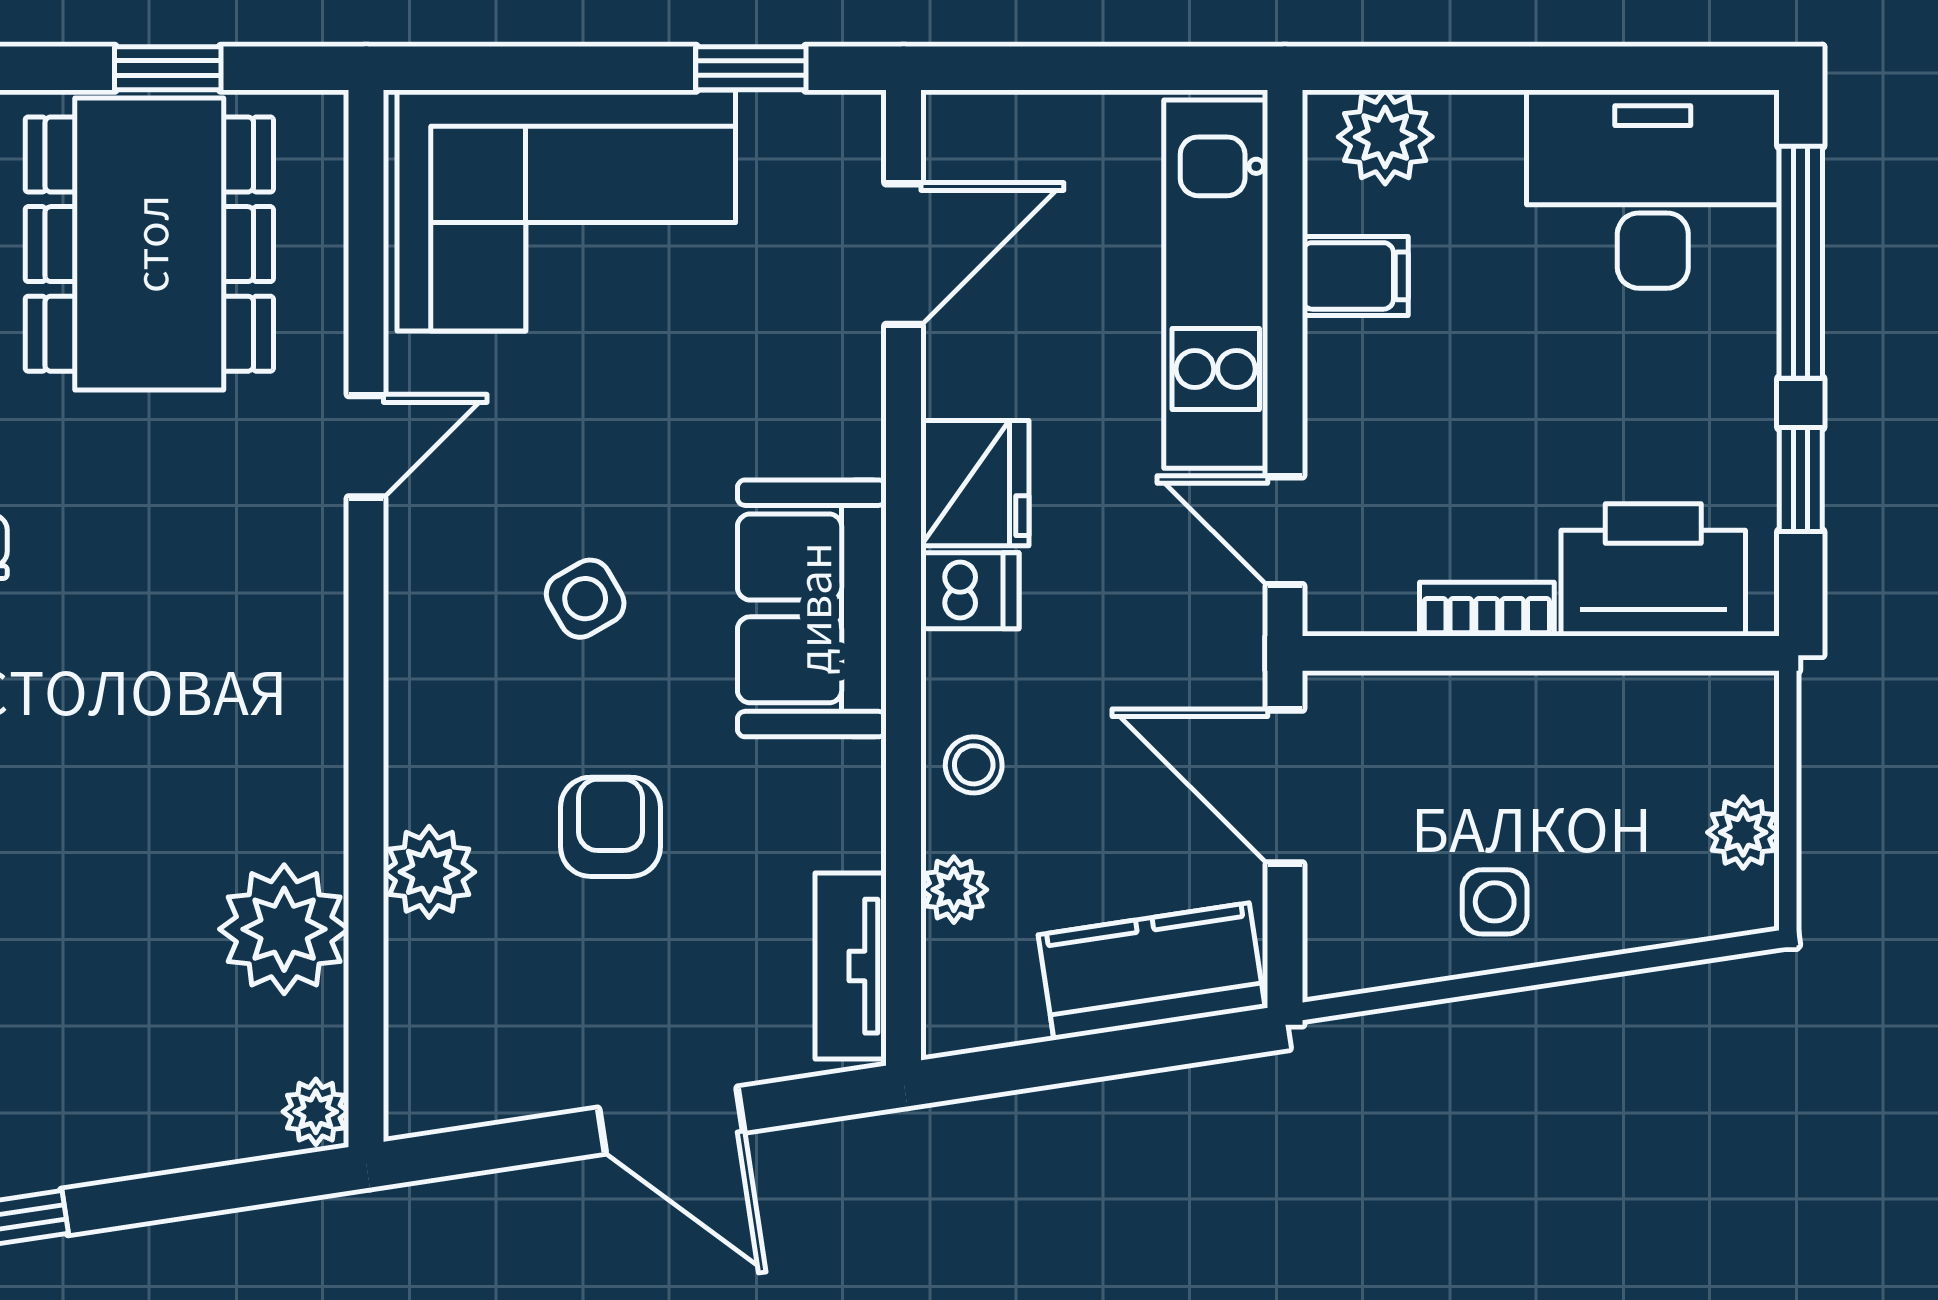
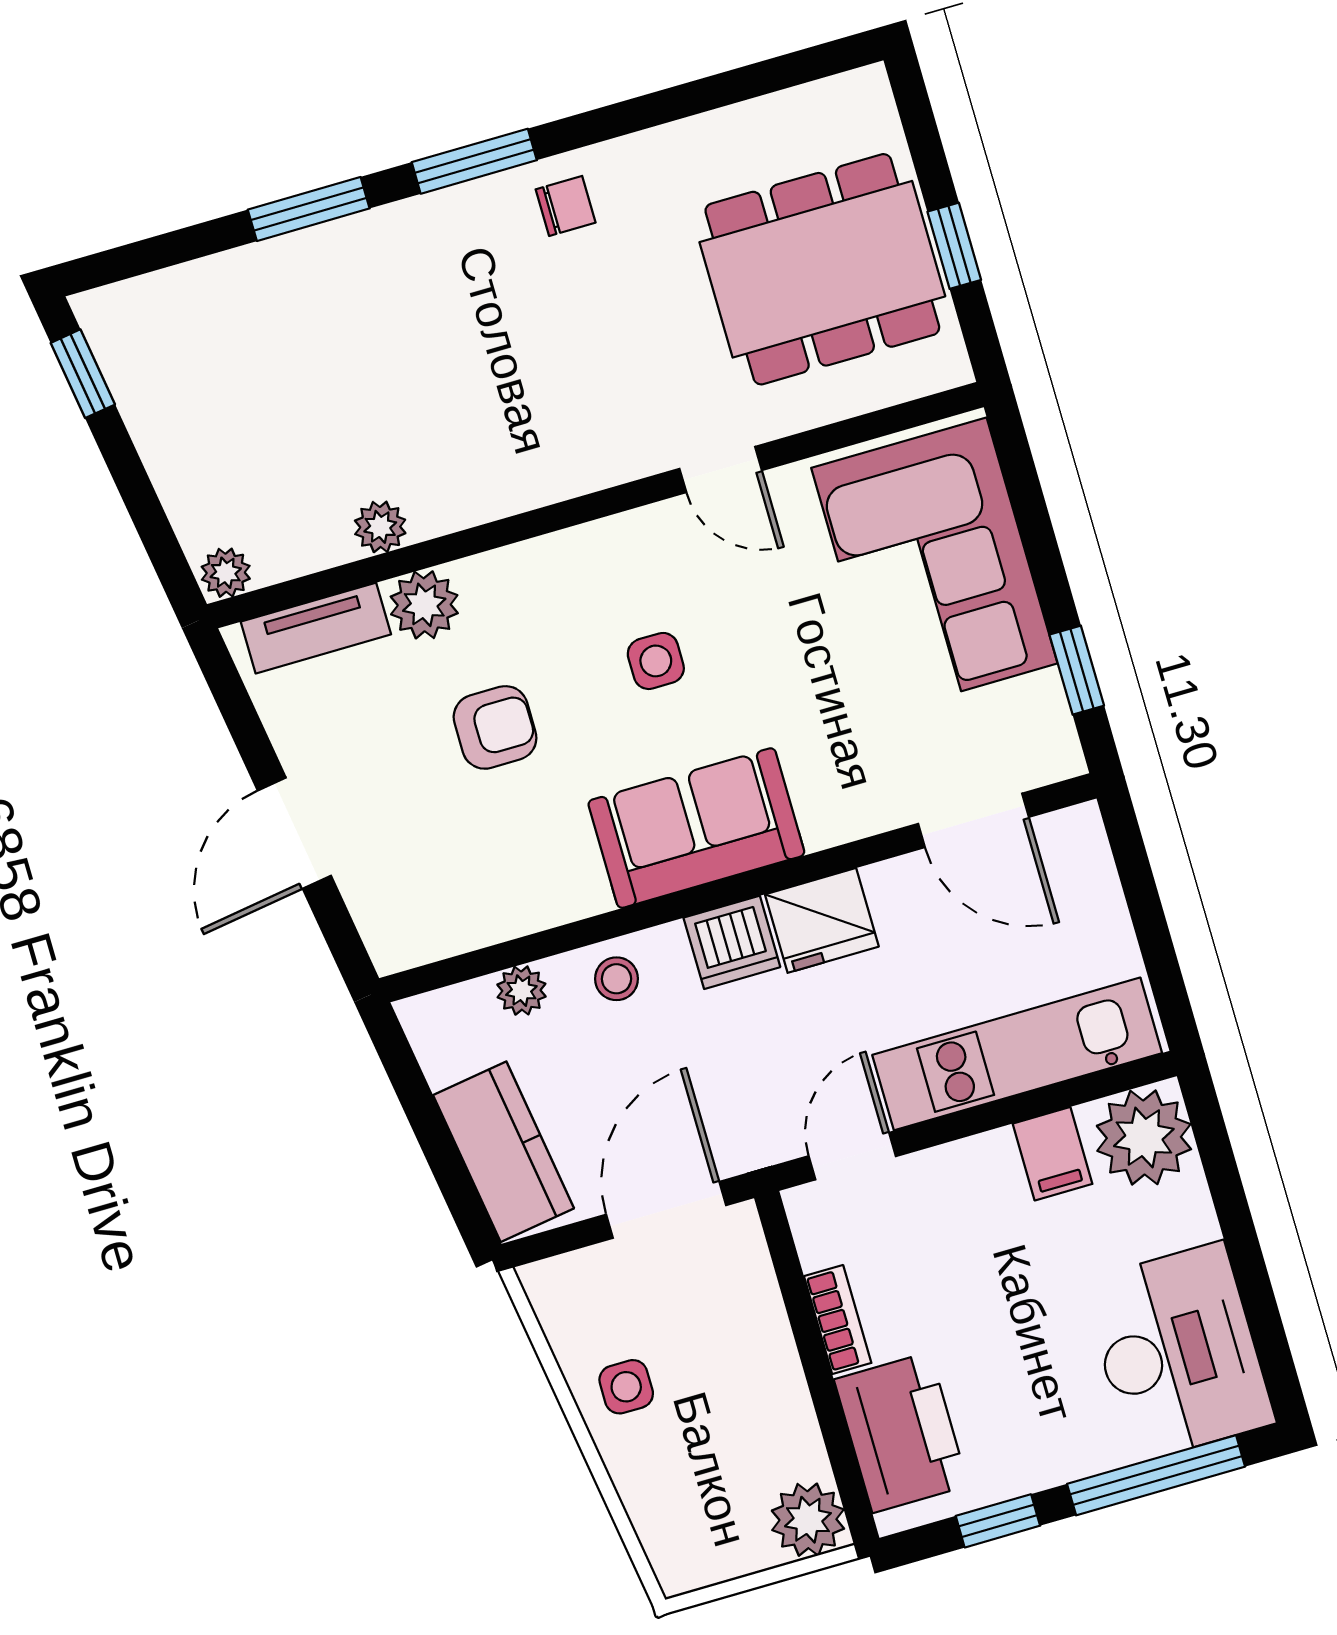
plant: (1385, 137) -> (1144, 1138), width x1.36, depth x1.36
dishwasher: (970, 591) -> (732, 942), width x1.38
side table: (585, 599) -> (656, 661), turned 30
plant: (1743, 832) -> (808, 1520), moved, width x1.38, depth x1.38
plant: (284, 929) -> (380, 527), width x0.53, depth x0.53
tv unit: (851, 966) -> (316, 628), moved, turned 180

